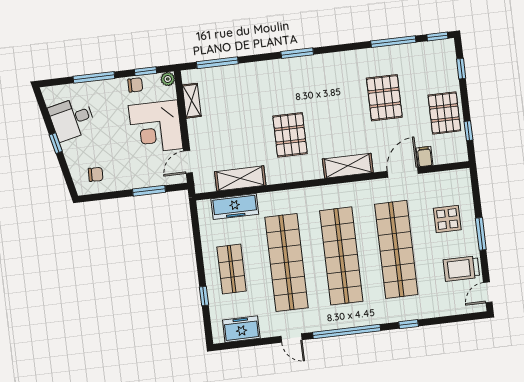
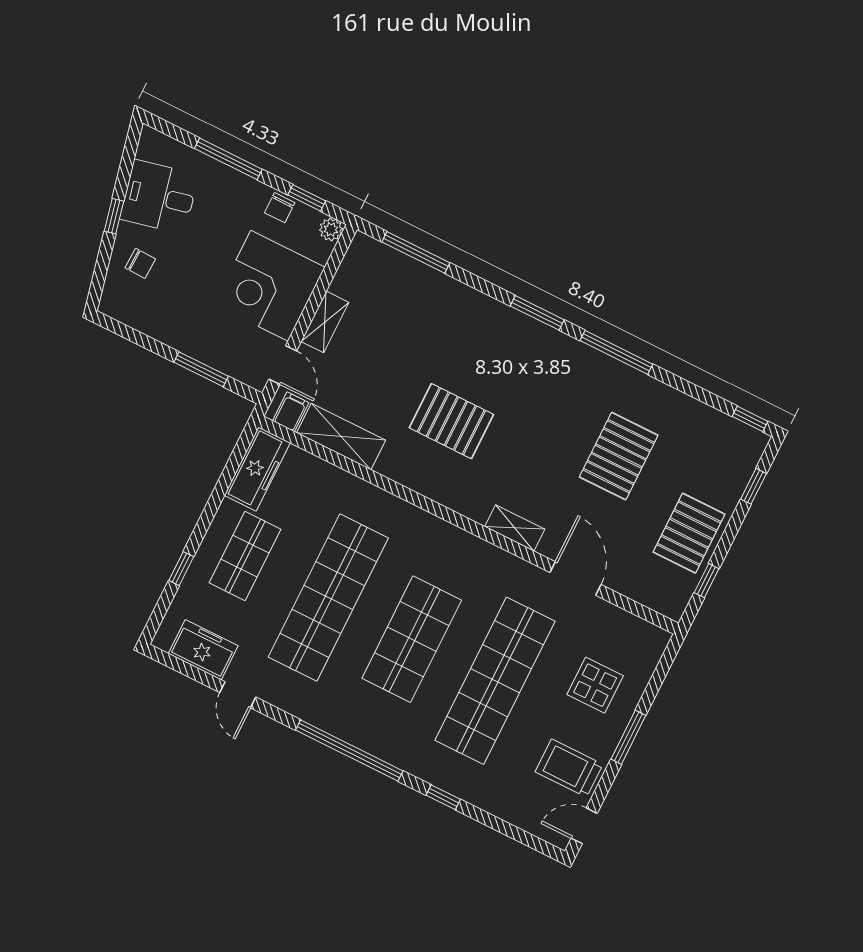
window: (393, 42) -> (616, 352), moved
chair: (135, 85) -> (280, 208), turned 90
shelving: (192, 101) -> (325, 322), moved
pallet: (290, 135) -> (451, 421), turned 90
filing cabinet: (425, 157) -> (291, 412), moved
door: (188, 162) -> (283, 365), swing flipped
shelving: (348, 166) -> (515, 528), width x0.67, depth x0.75
door: (403, 172) -> (575, 578), hinge flipped
chair: (96, 174) -> (140, 263), moved
freezer: (235, 207) -> (257, 469), moved, turned -90
shop shelf: (341, 256) -> (412, 639), width x0.71
door: (291, 338) -> (238, 695), moved

